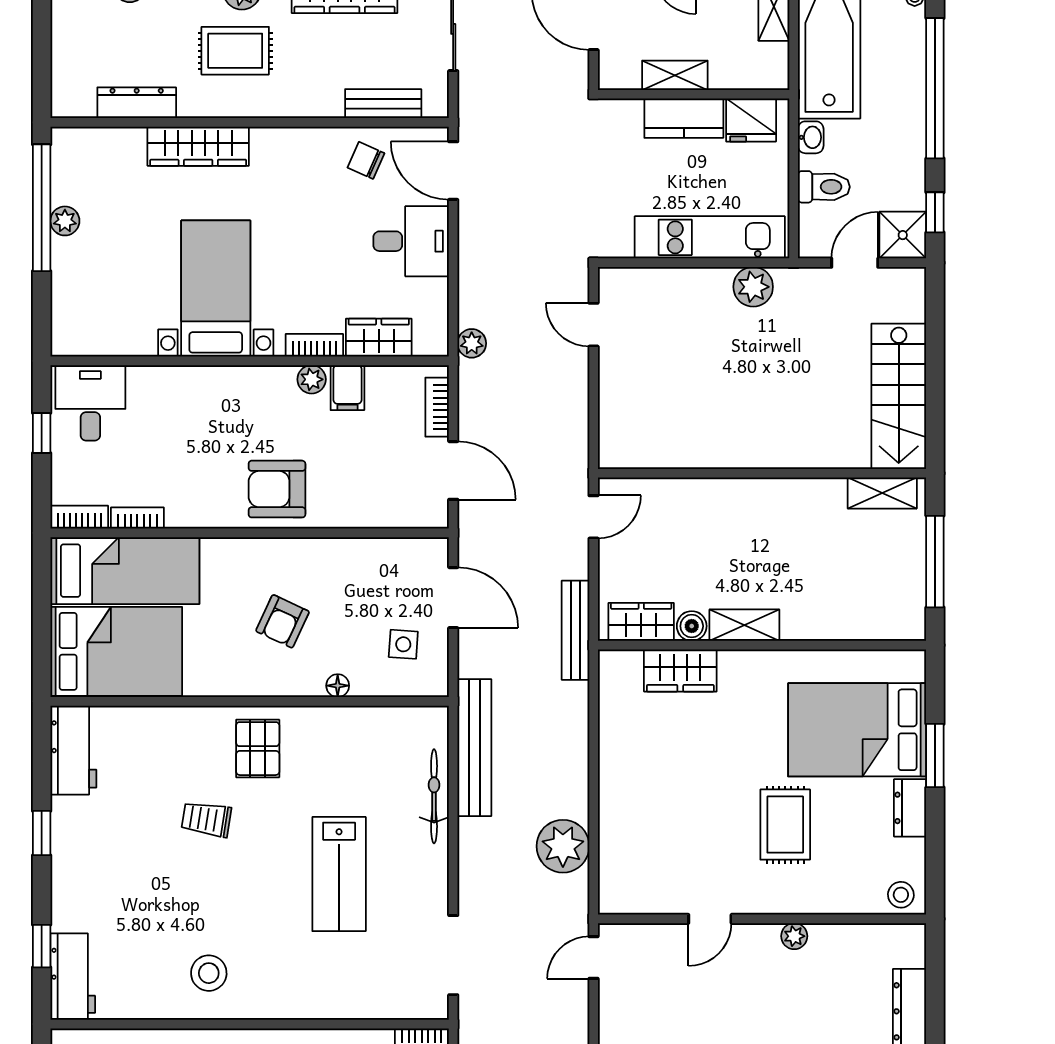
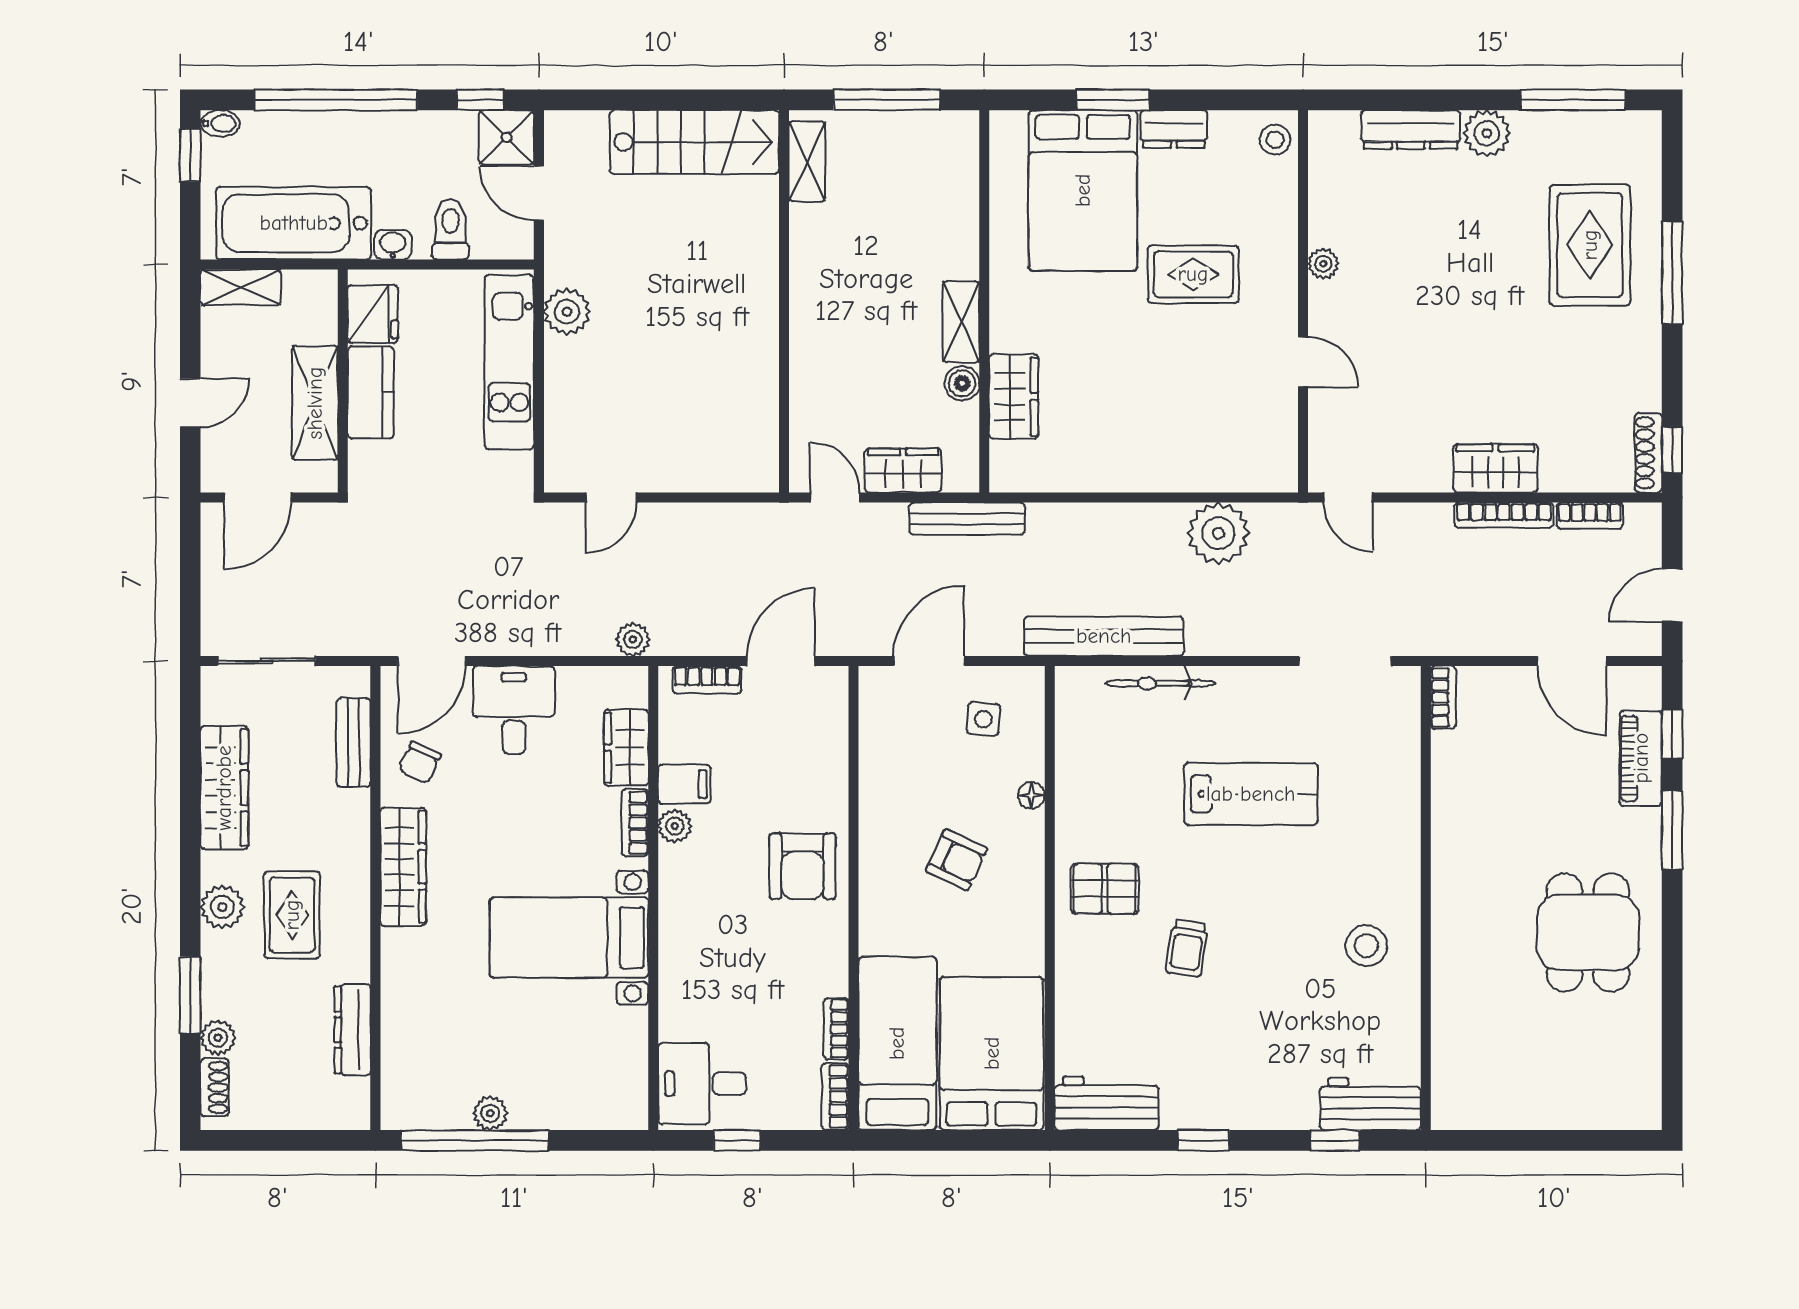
shelving: (675, 75) -> (315, 403), width x1.50, depth x1.33
wardrobe: (198, 146) -> (403, 867), moved
wardrobe: (641, 622) -> (903, 470), moved, turned 90

